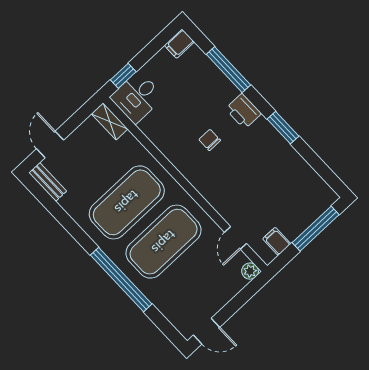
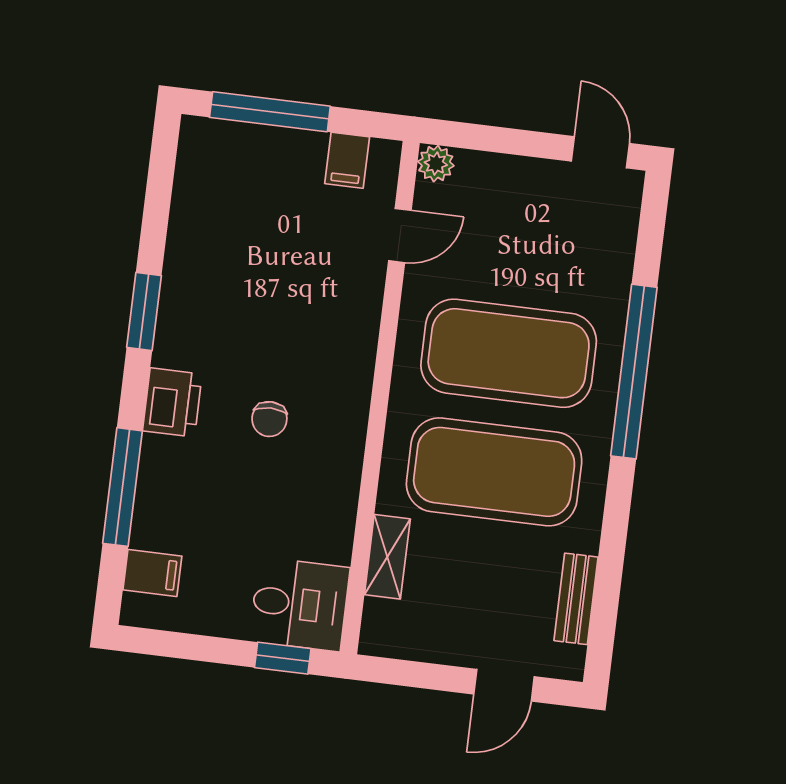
filing cabinet: (179, 44) -> (152, 573), moved
shelving: (110, 121) -> (387, 557), moved
bench: (48, 182) -> (576, 599), moved

